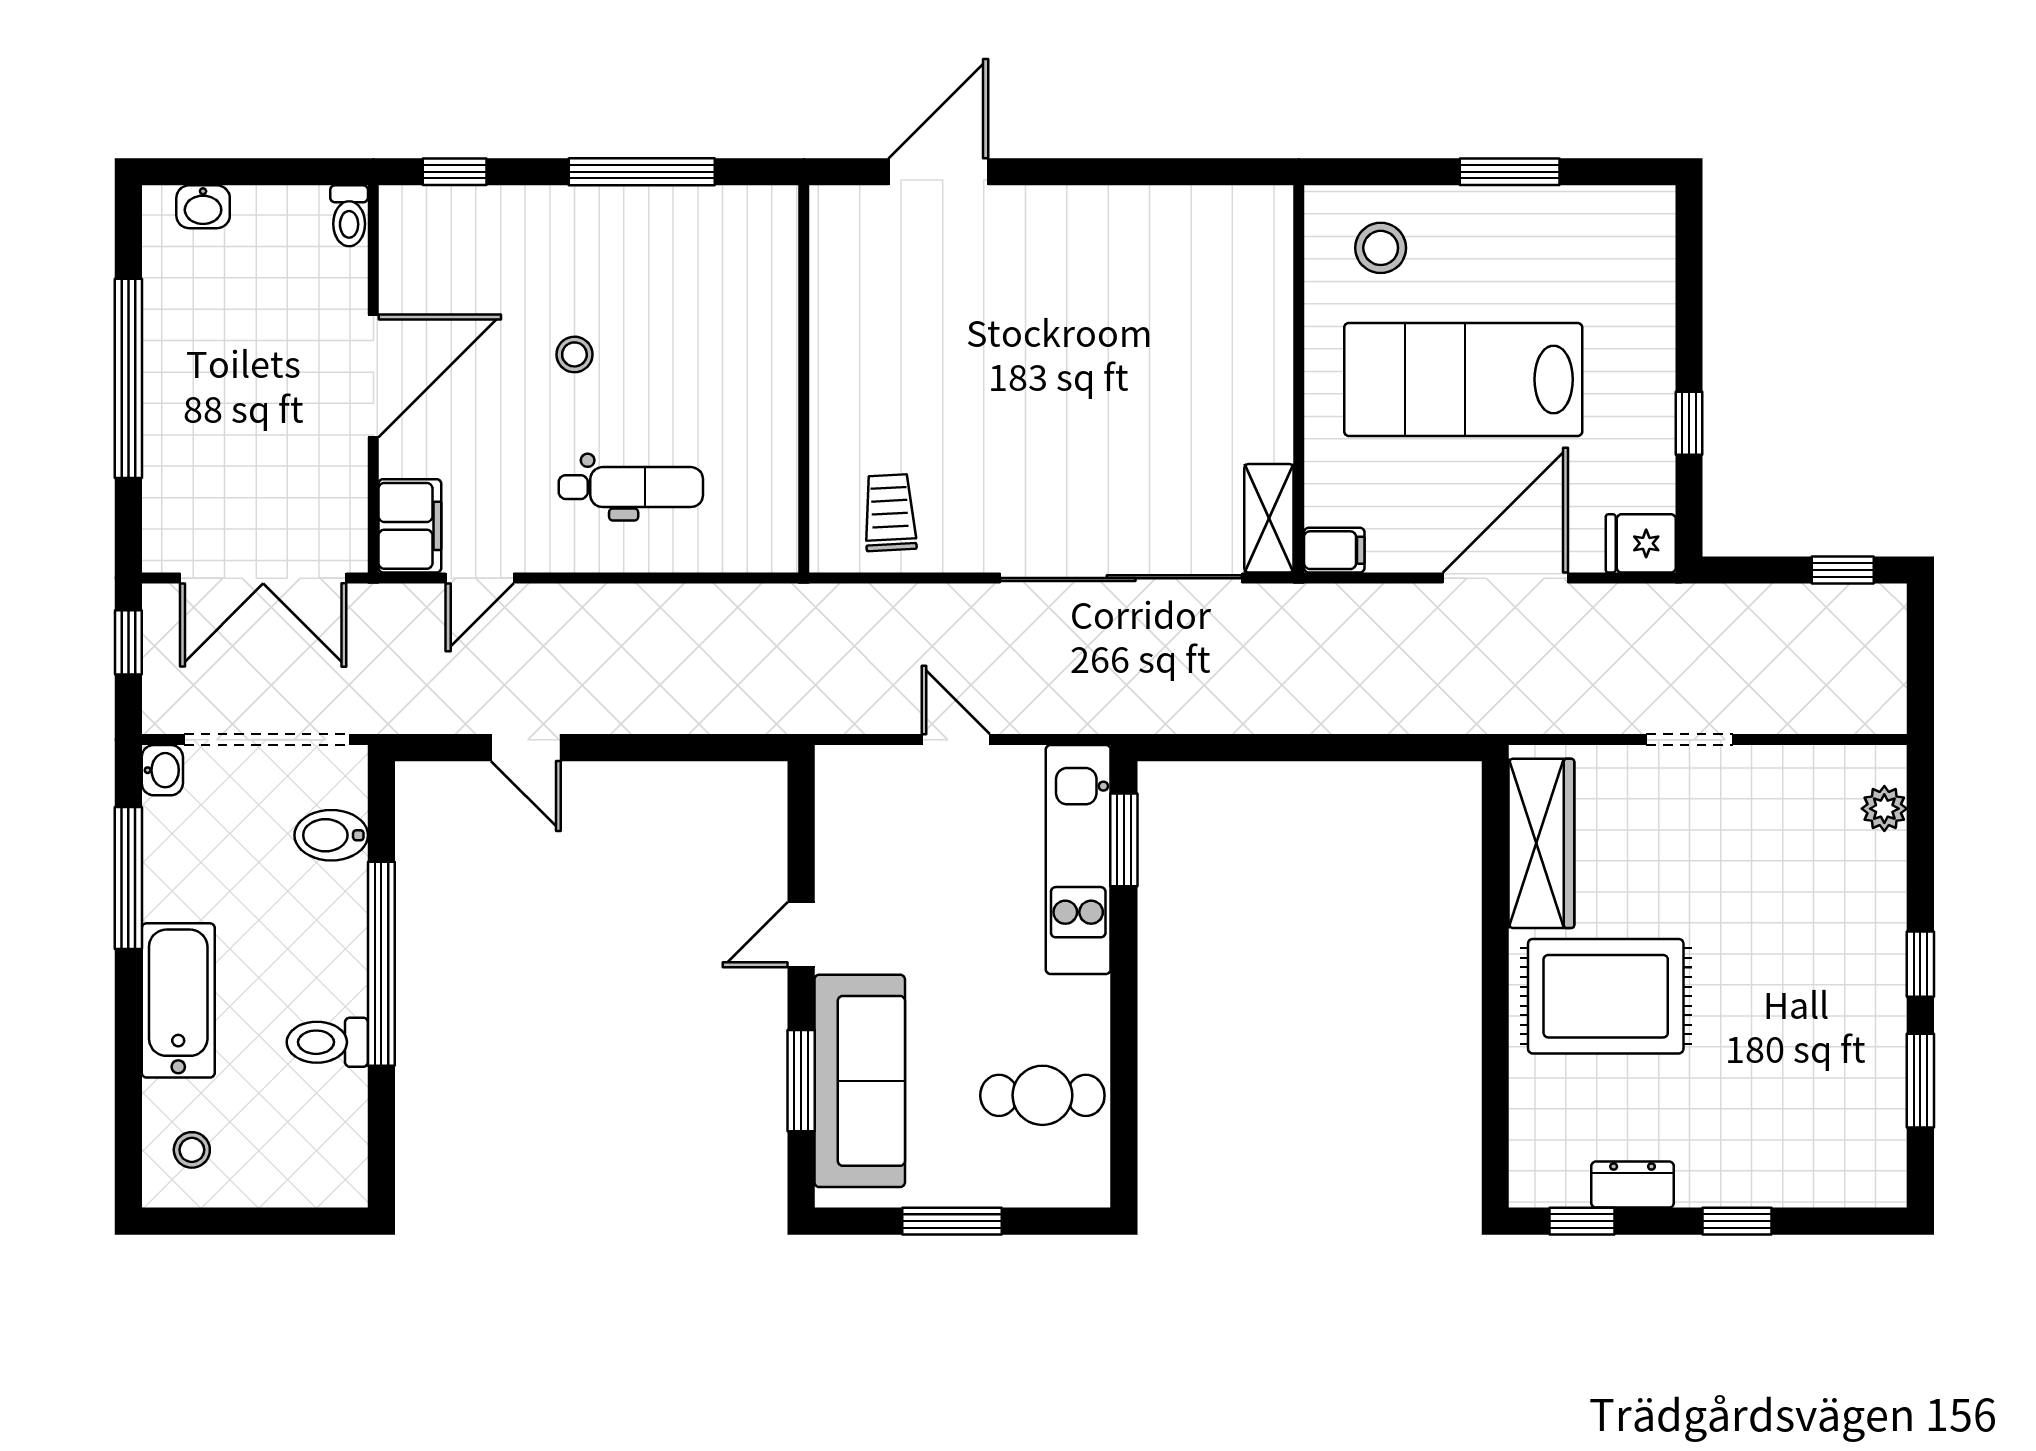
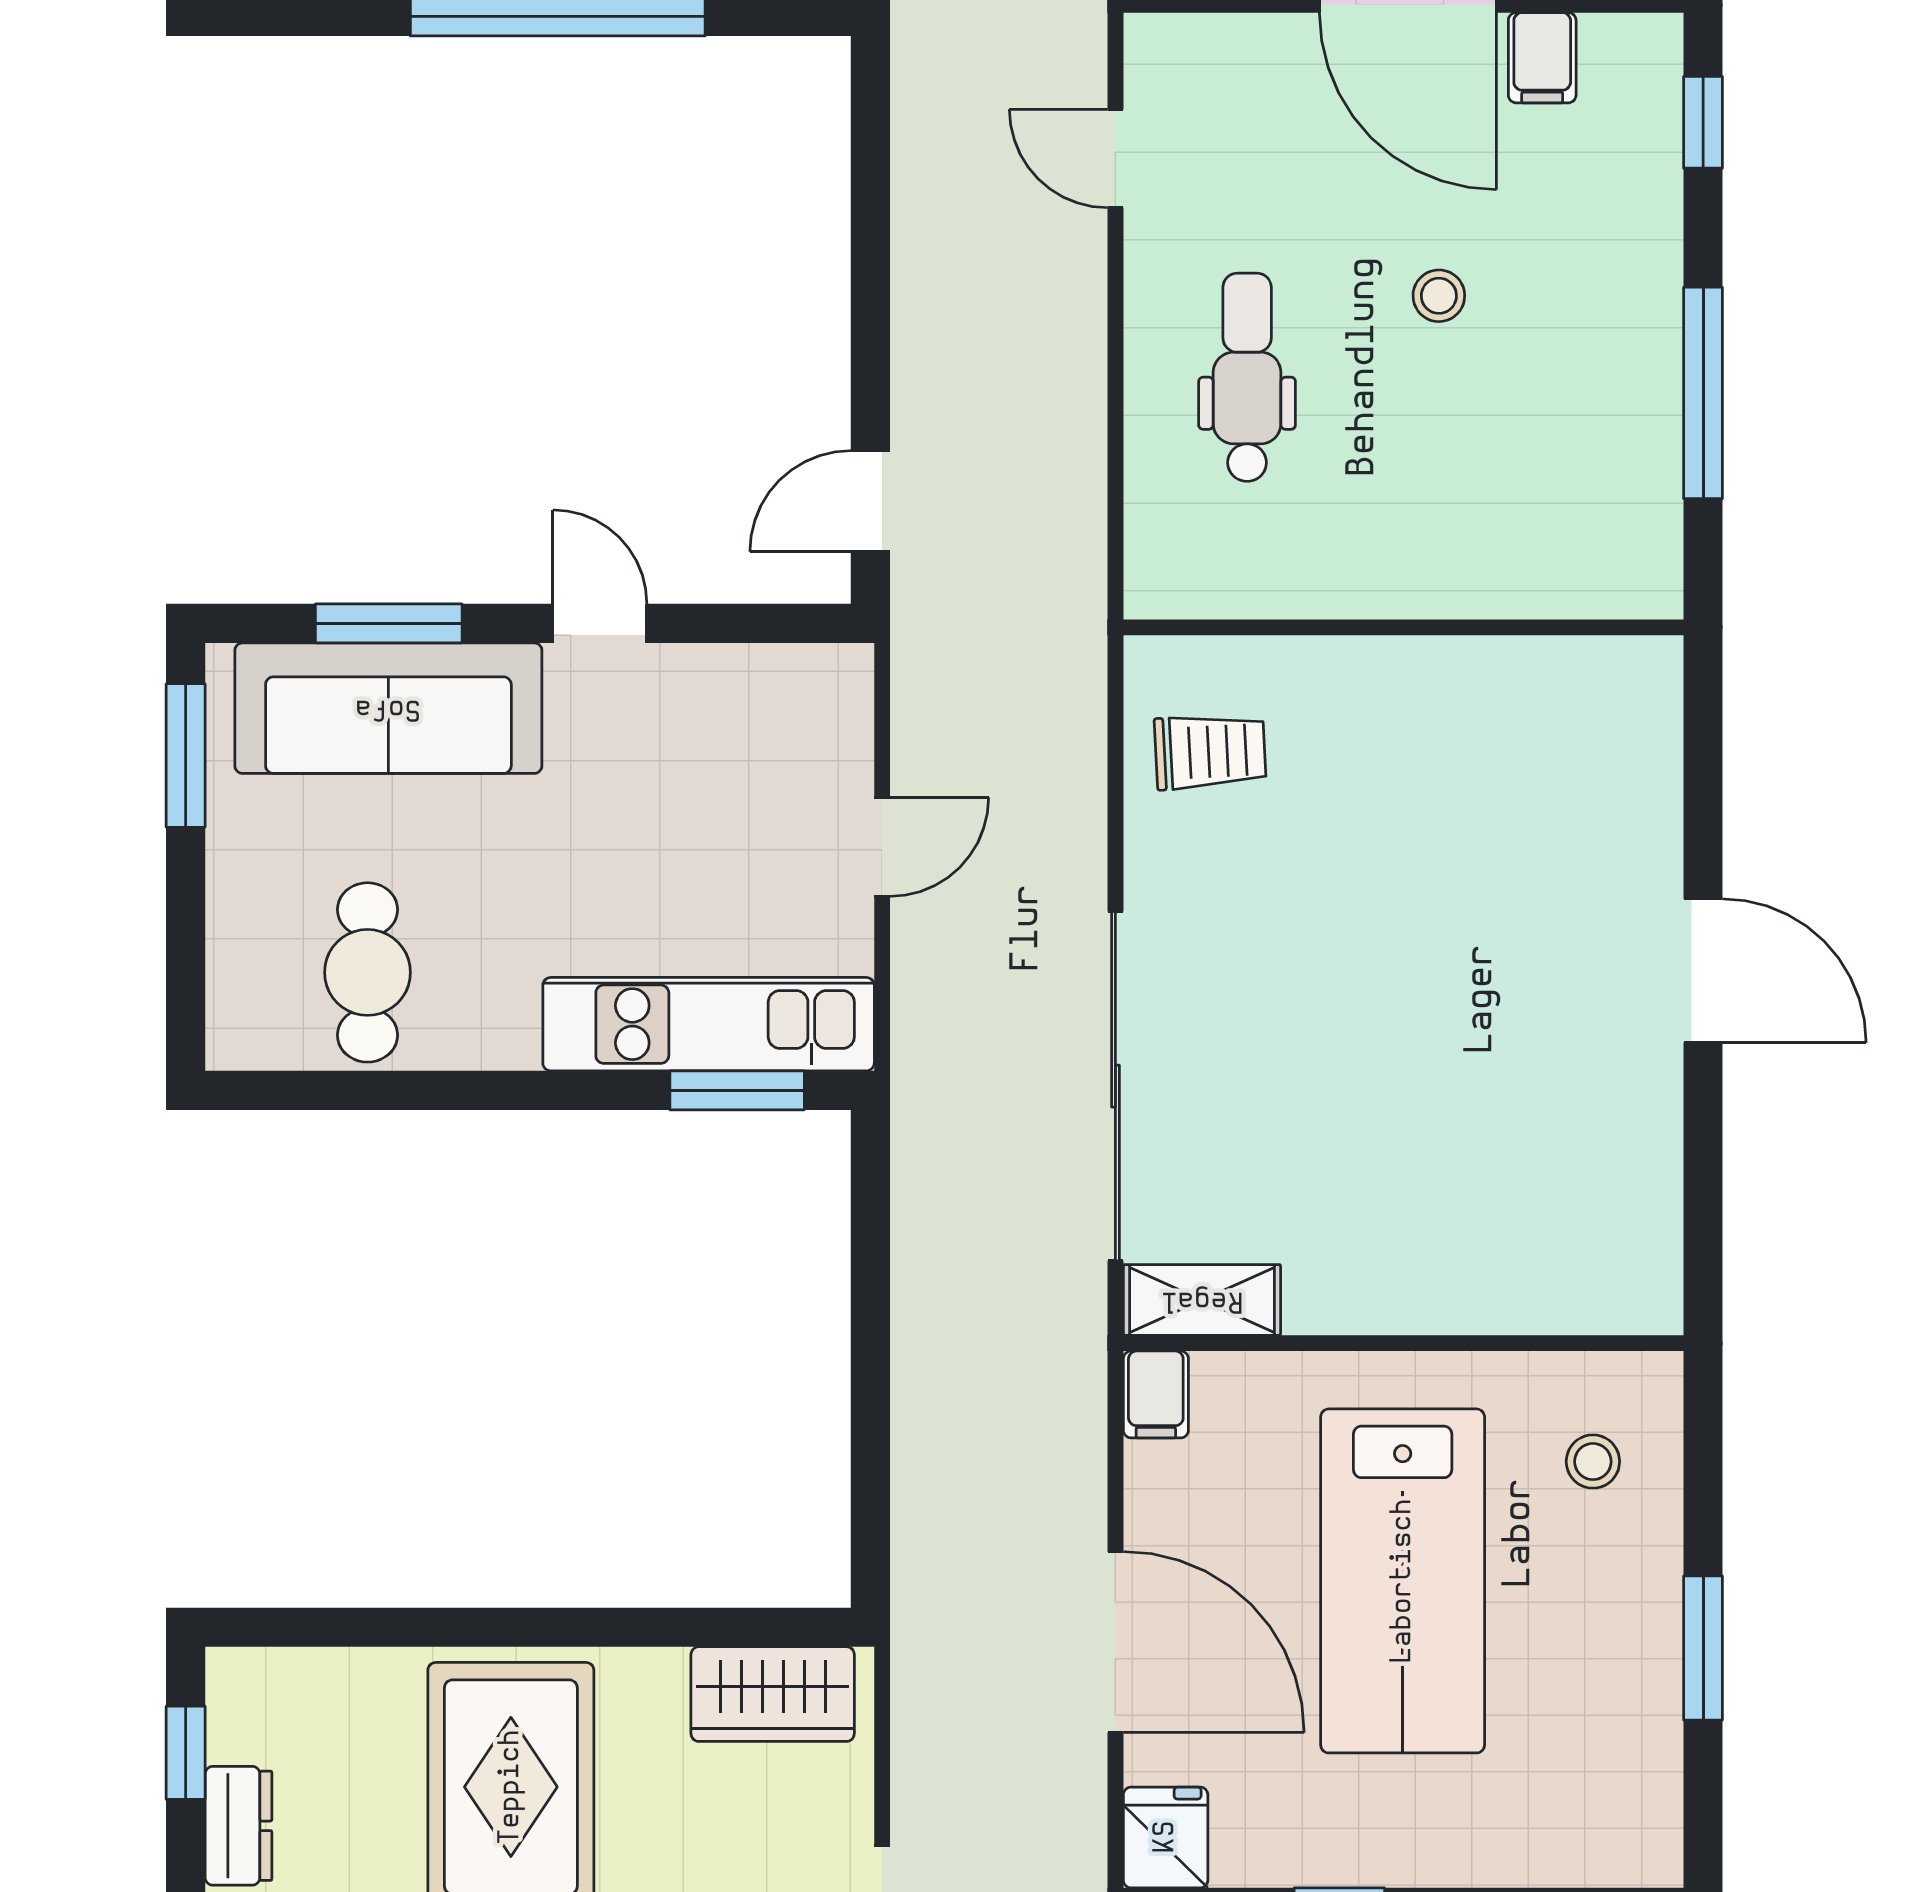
door: (938, 172) -> (1703, 971), moved
stool: (1381, 248) -> (1593, 1462), width x0.73, depth x0.73
lab bench: (1463, 379) -> (1403, 1581), turned 180
dental chair: (631, 487) -> (1247, 377), turned 180
filing cabinet: (410, 526) -> (1542, 58), moved, width x0.50
door: (526, 748) -> (870, 501), moved
wardrobe: (1541, 843) -> (773, 1694), width x0.67
window: (952, 1221) -> (186, 755), moved

